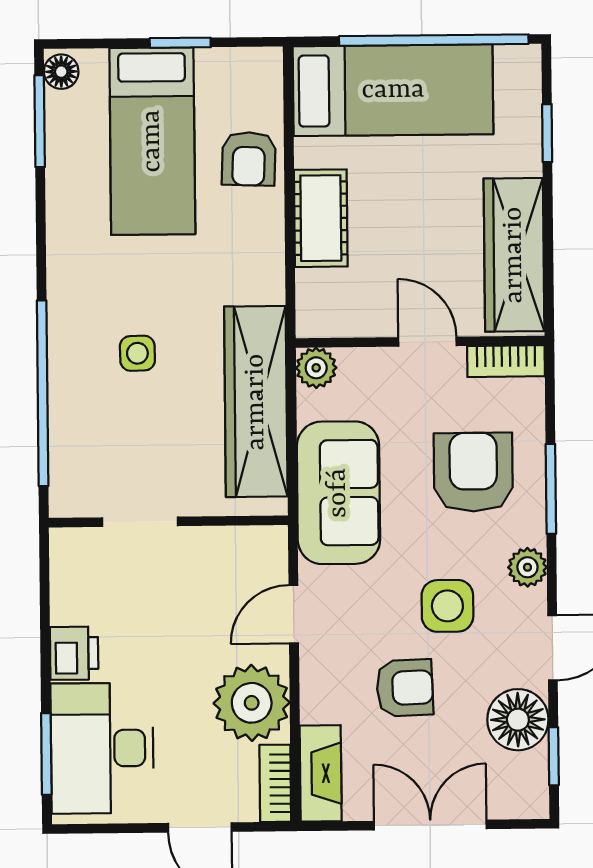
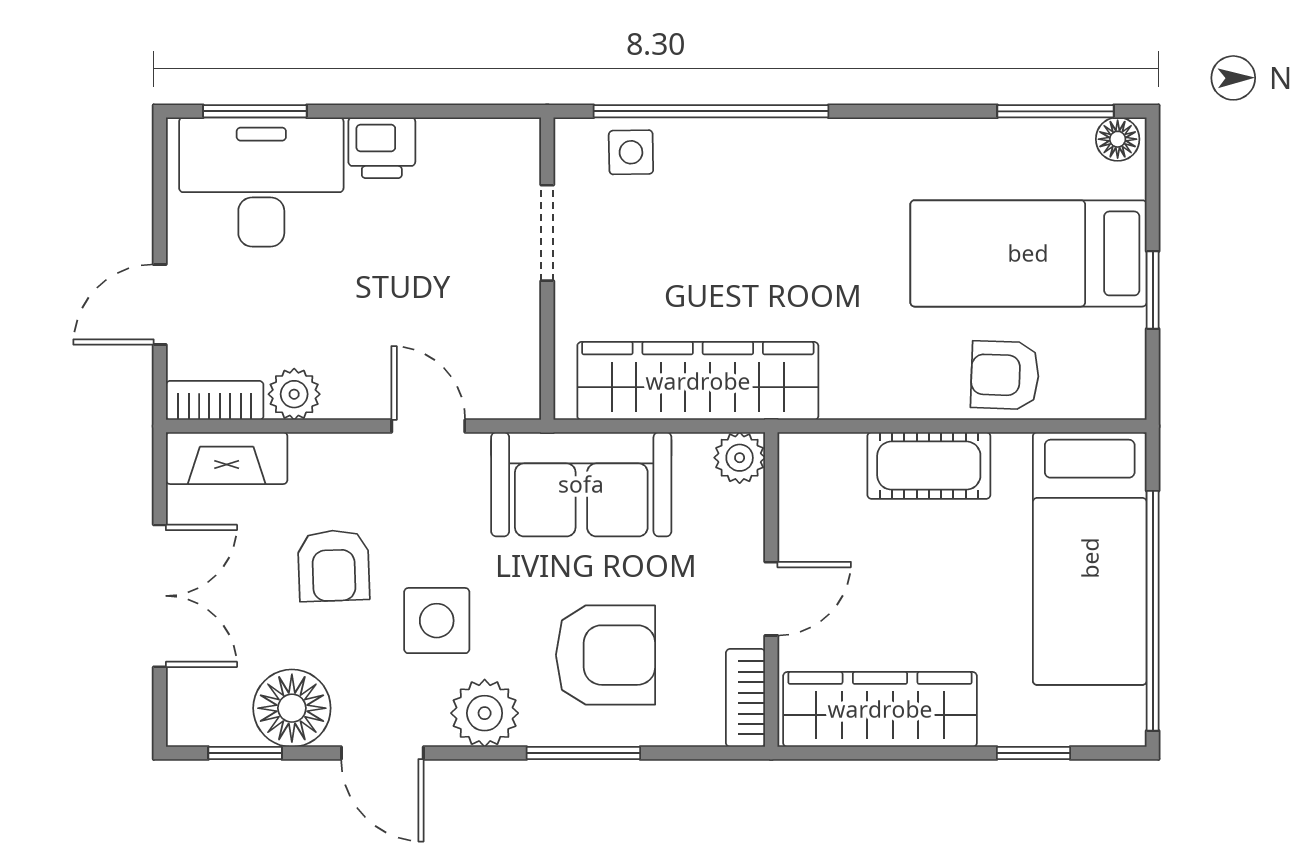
side table: (137, 353) -> (631, 152), moved
plant: (527, 567) -> (485, 713), width x1.38, depth x1.38
plant: (252, 703) -> (294, 394), width x0.53, depth x0.53

